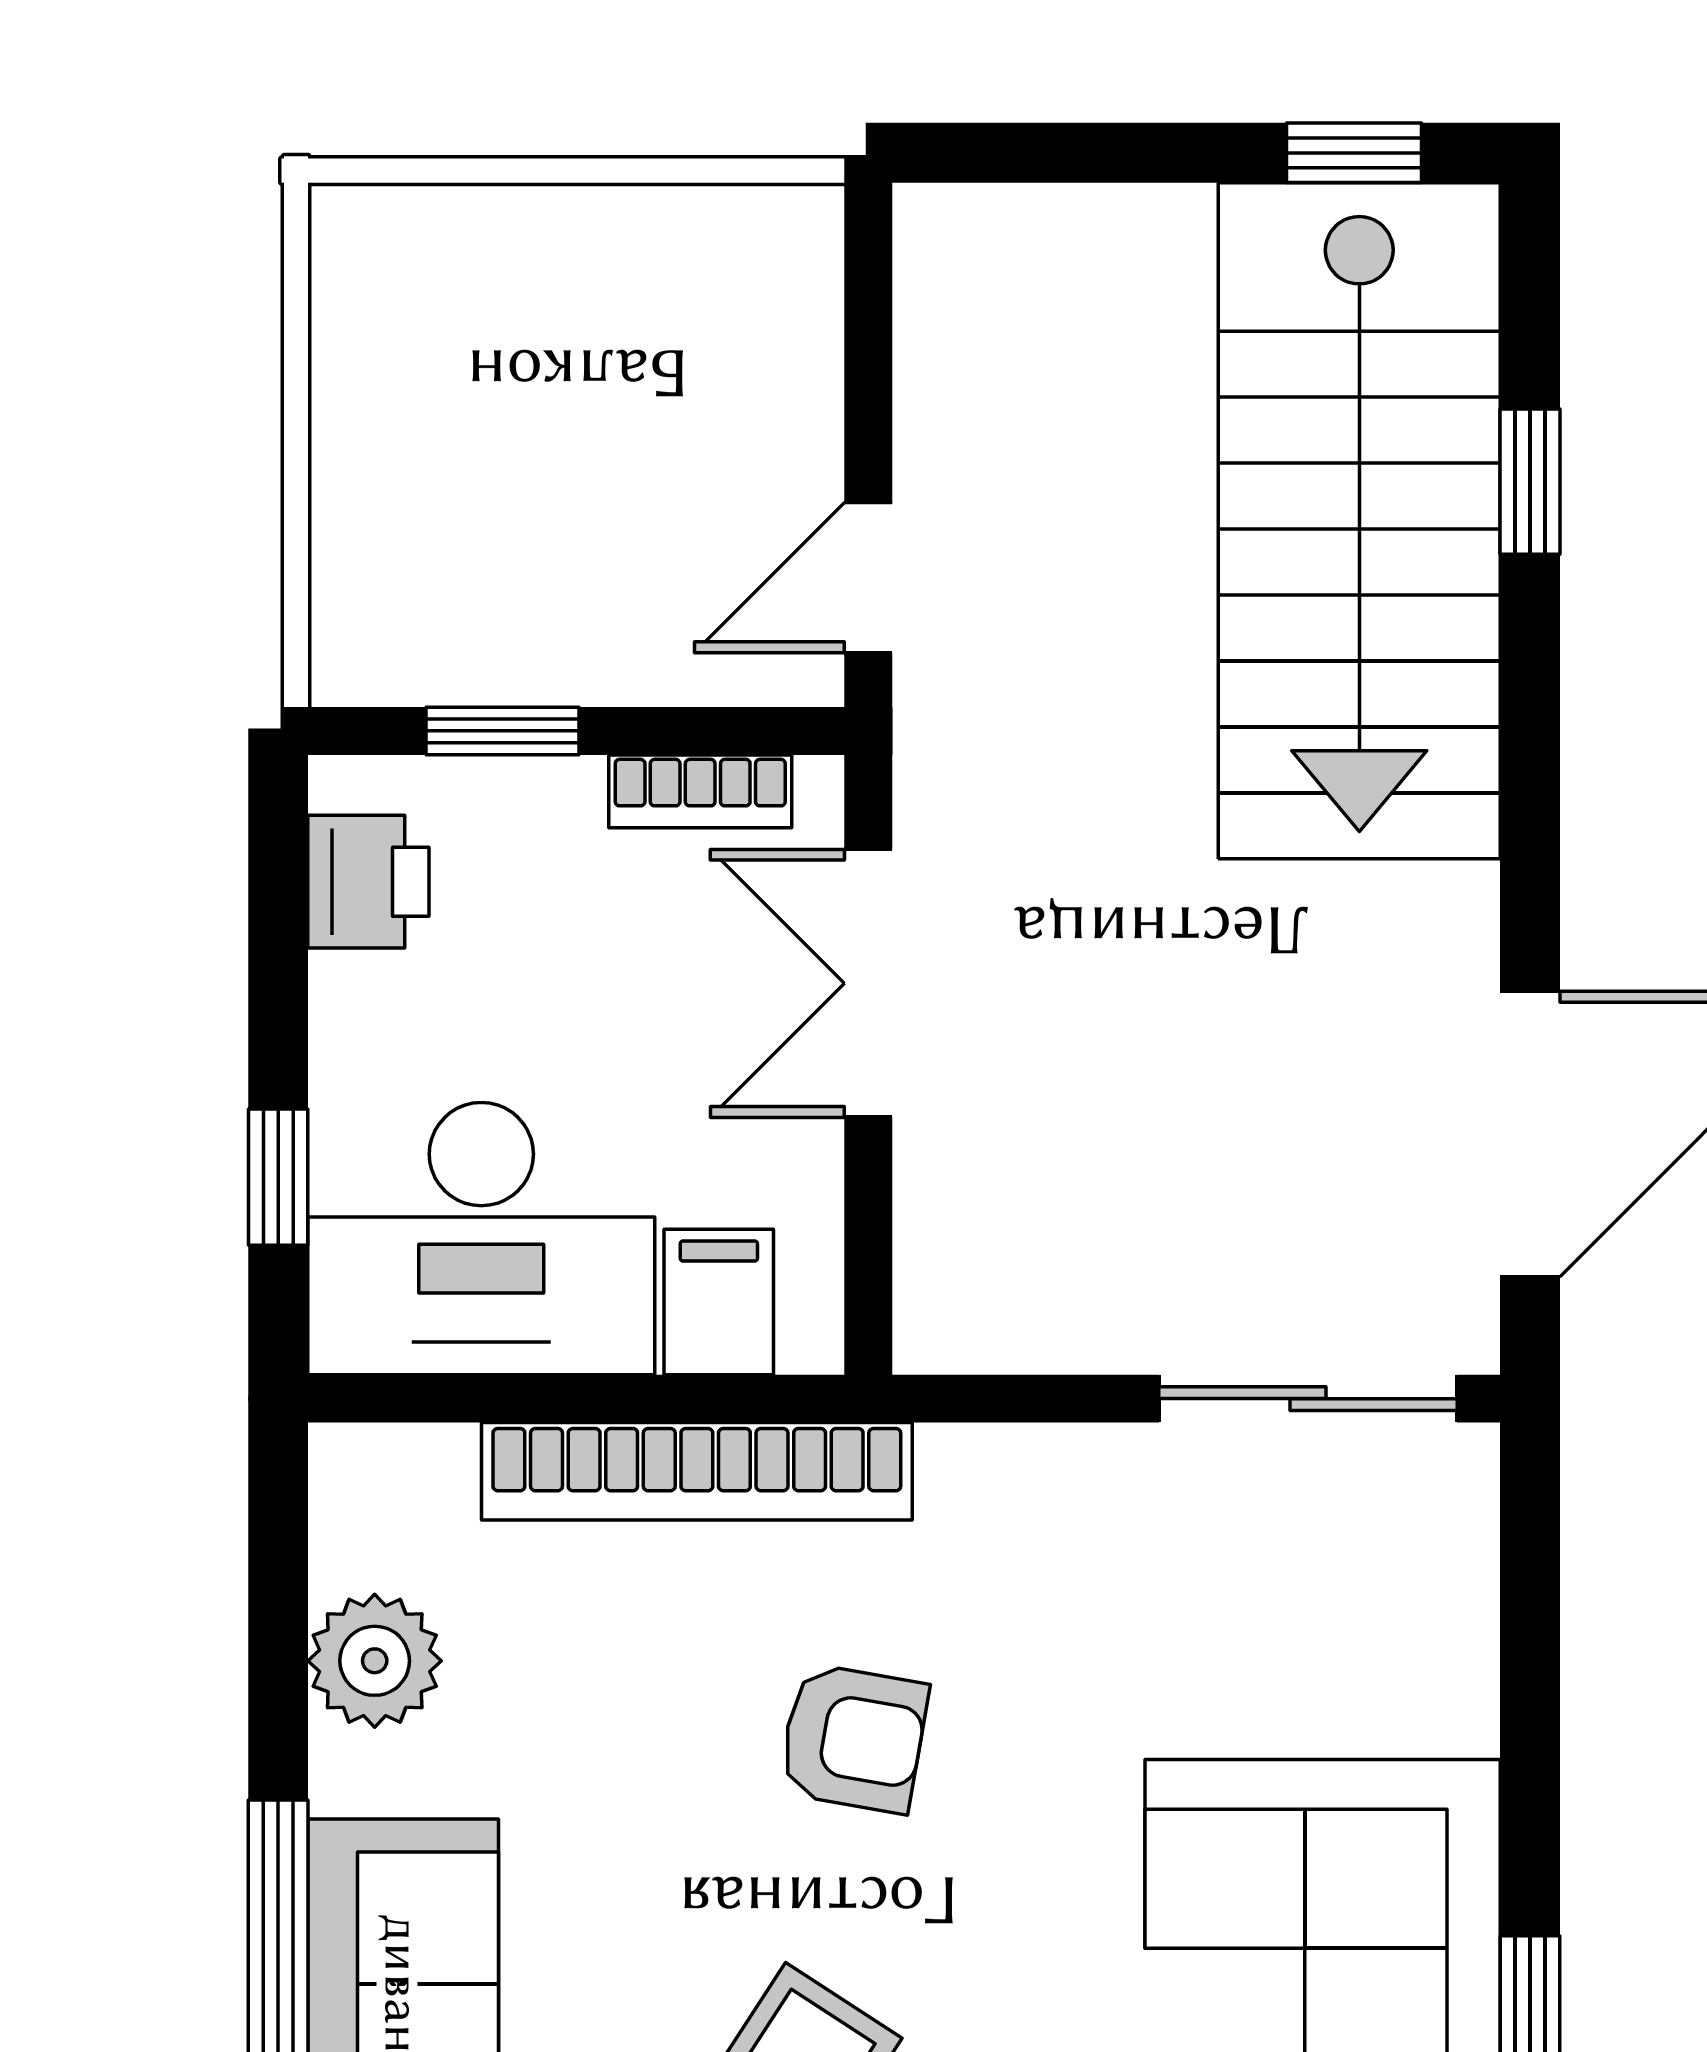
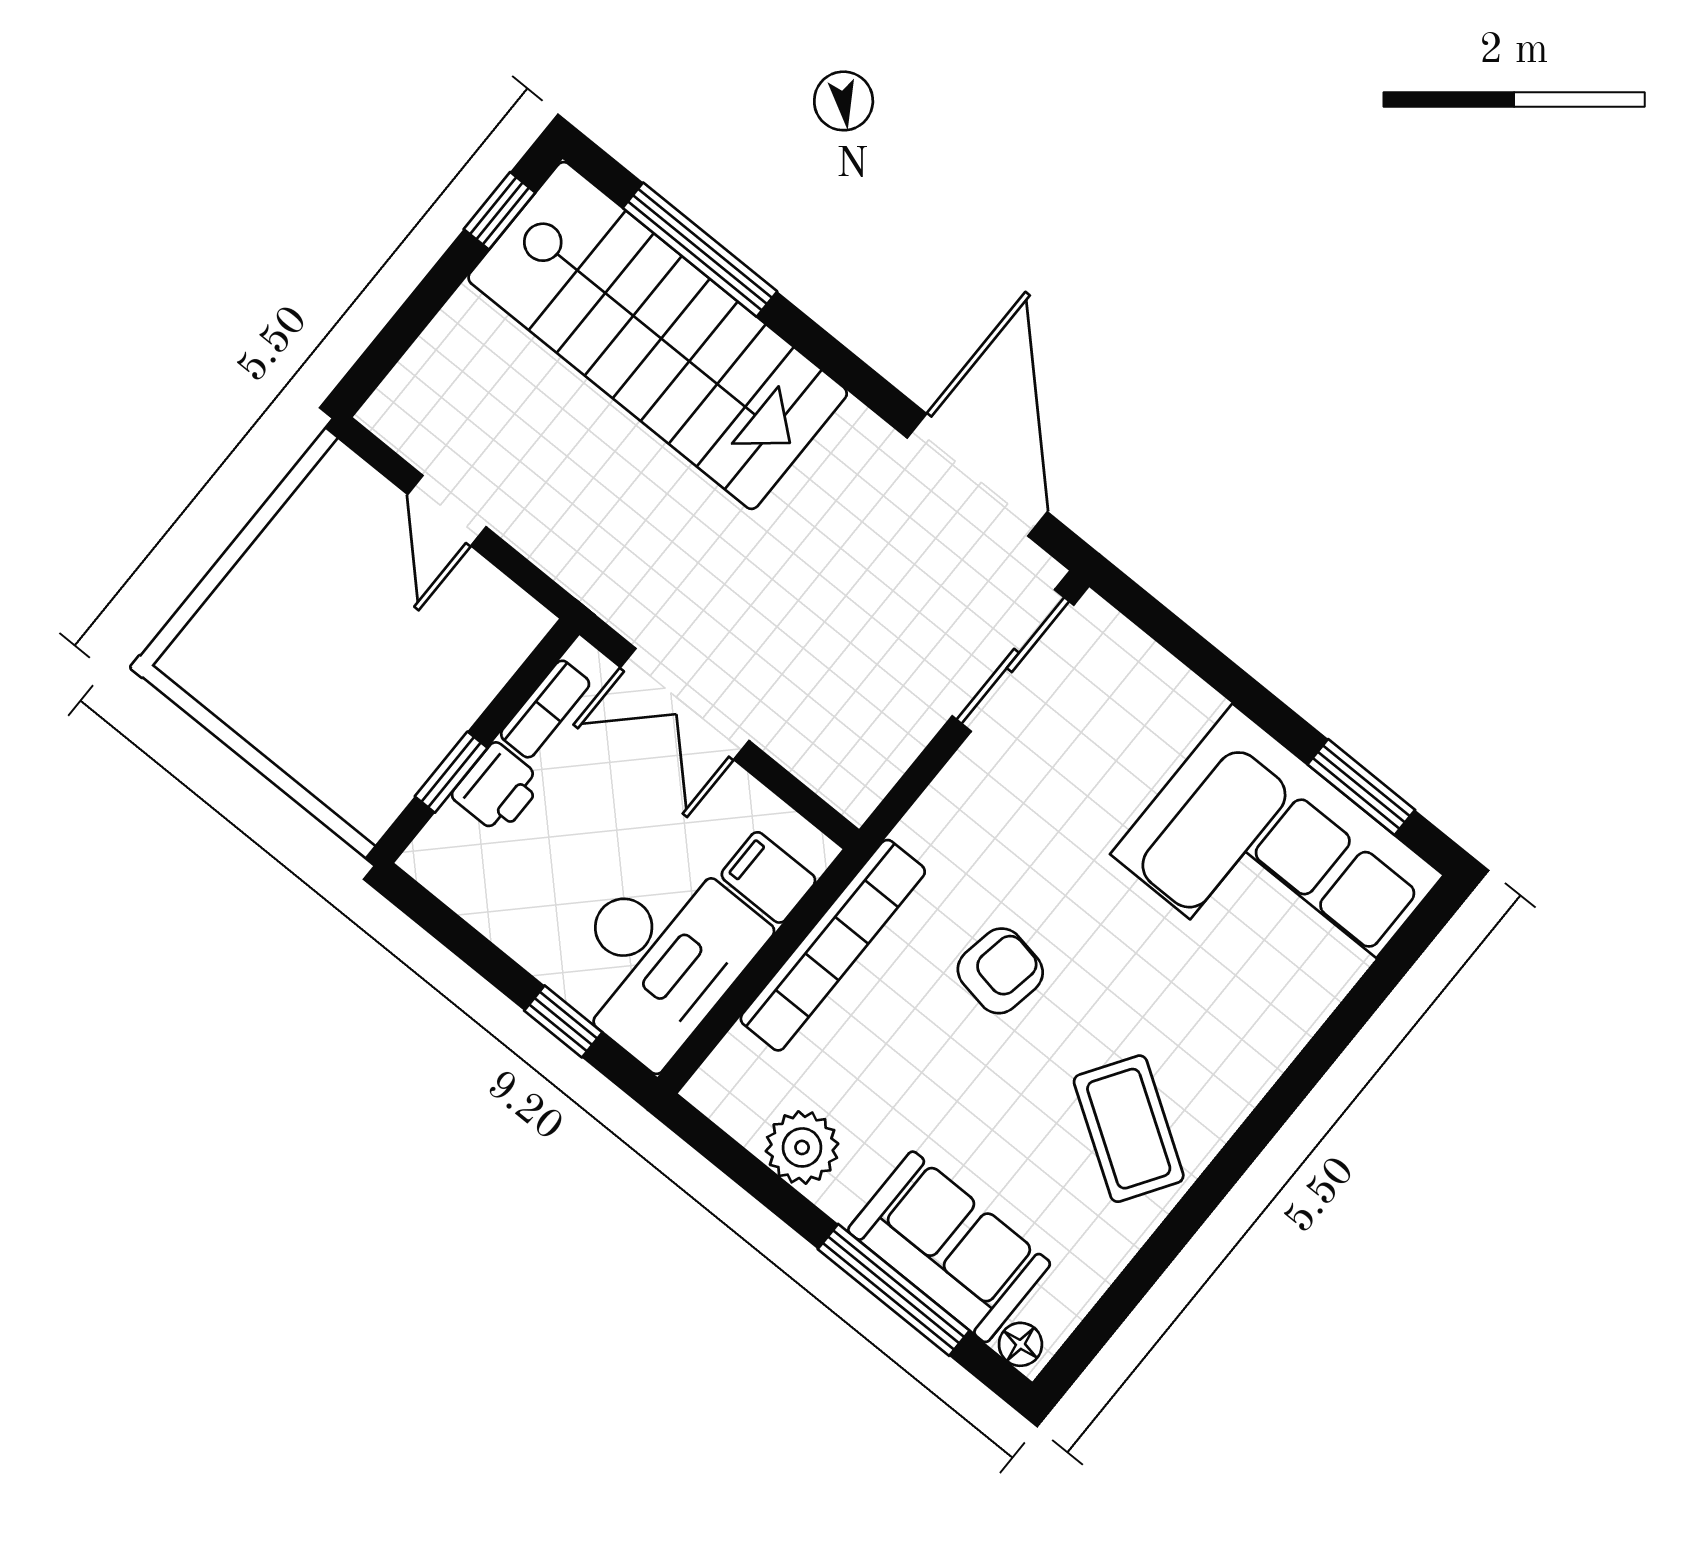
window: (1530, 482) -> (700, 250), width x2.17
door: (868, 578) -> (447, 511), moved
printer: (368, 882) -> (497, 788), moved, turned 90

